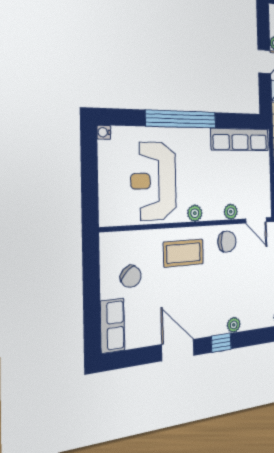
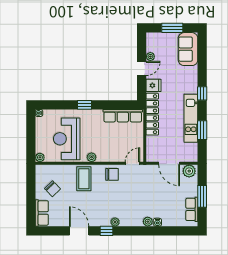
window: (181, 119) -> (85, 105), width x0.32
plant: (231, 212) -> (40, 157), moved
door: (256, 220) -> (132, 163), swing flipped
coffee table: (183, 253) -> (84, 179), turned 90

